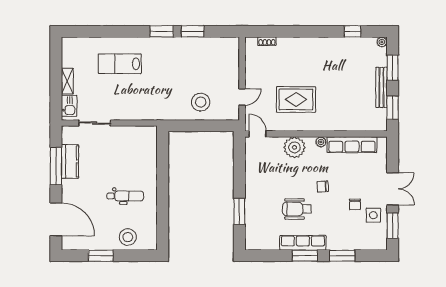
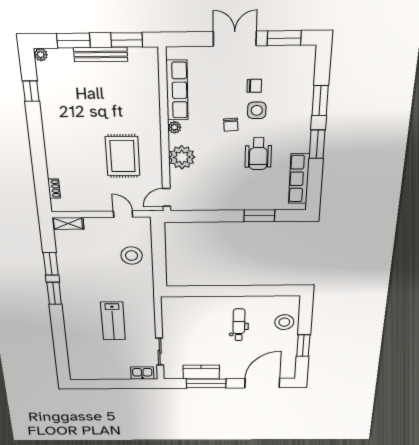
lab bench: (120, 64) -> (113, 321), moved
shelving: (67, 81) -> (68, 223), moved
side table: (373, 215) -> (257, 110), moved
row of seats: (303, 243) -> (299, 179), moved

